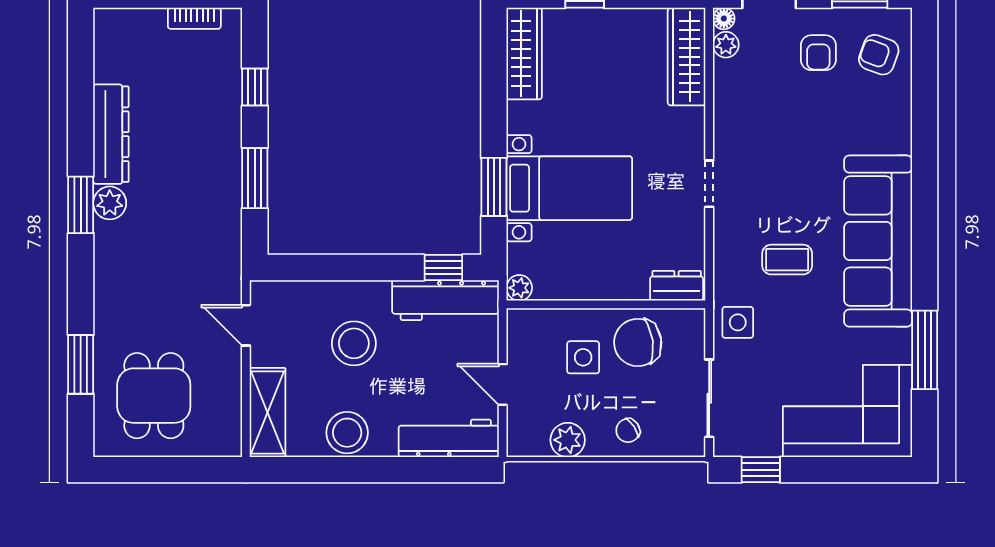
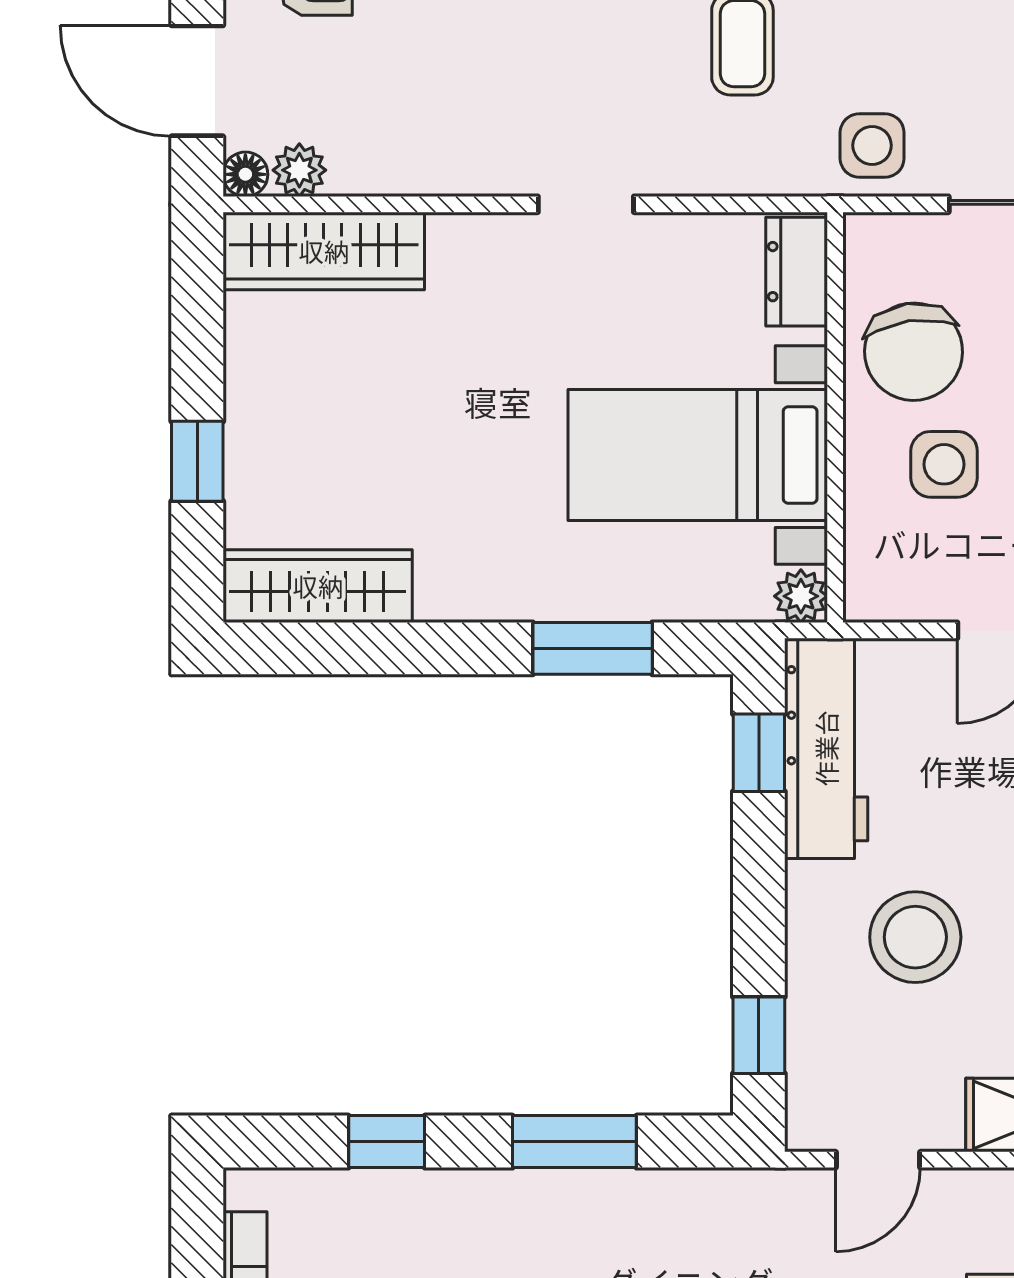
bed with nightstands: (569, 188) -> (698, 455), moved, turned -90
window: (306, 268) -> (759, 1035), added

